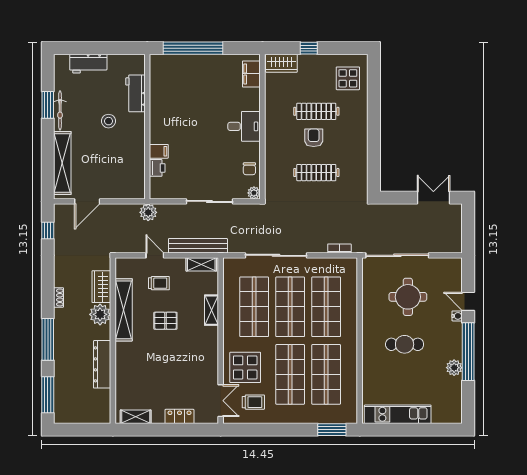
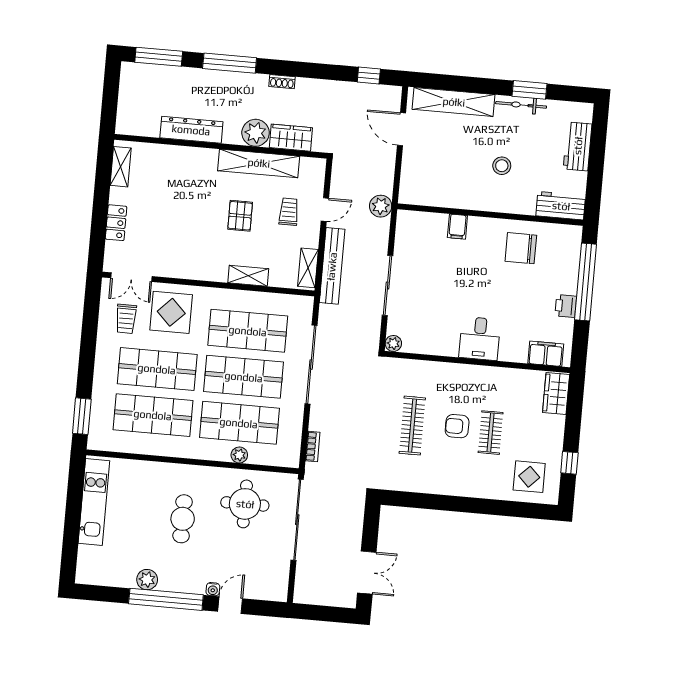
window: (309, 48) -> (569, 463), moved
workbench: (135, 93) -> (561, 206), moved
clothes rail: (316, 111) -> (491, 433), width x0.73
armchair: (314, 138) -> (457, 426), turned 180
printer: (157, 168) -> (566, 306), moved, turned 90
chair: (249, 169) -> (521, 248), moved, width x1.87, depth x1.87
trolley: (159, 283) -> (289, 212), turned 180
round table: (408, 297) -> (245, 504), moved
plant: (351, 305) -> (239, 455), added

